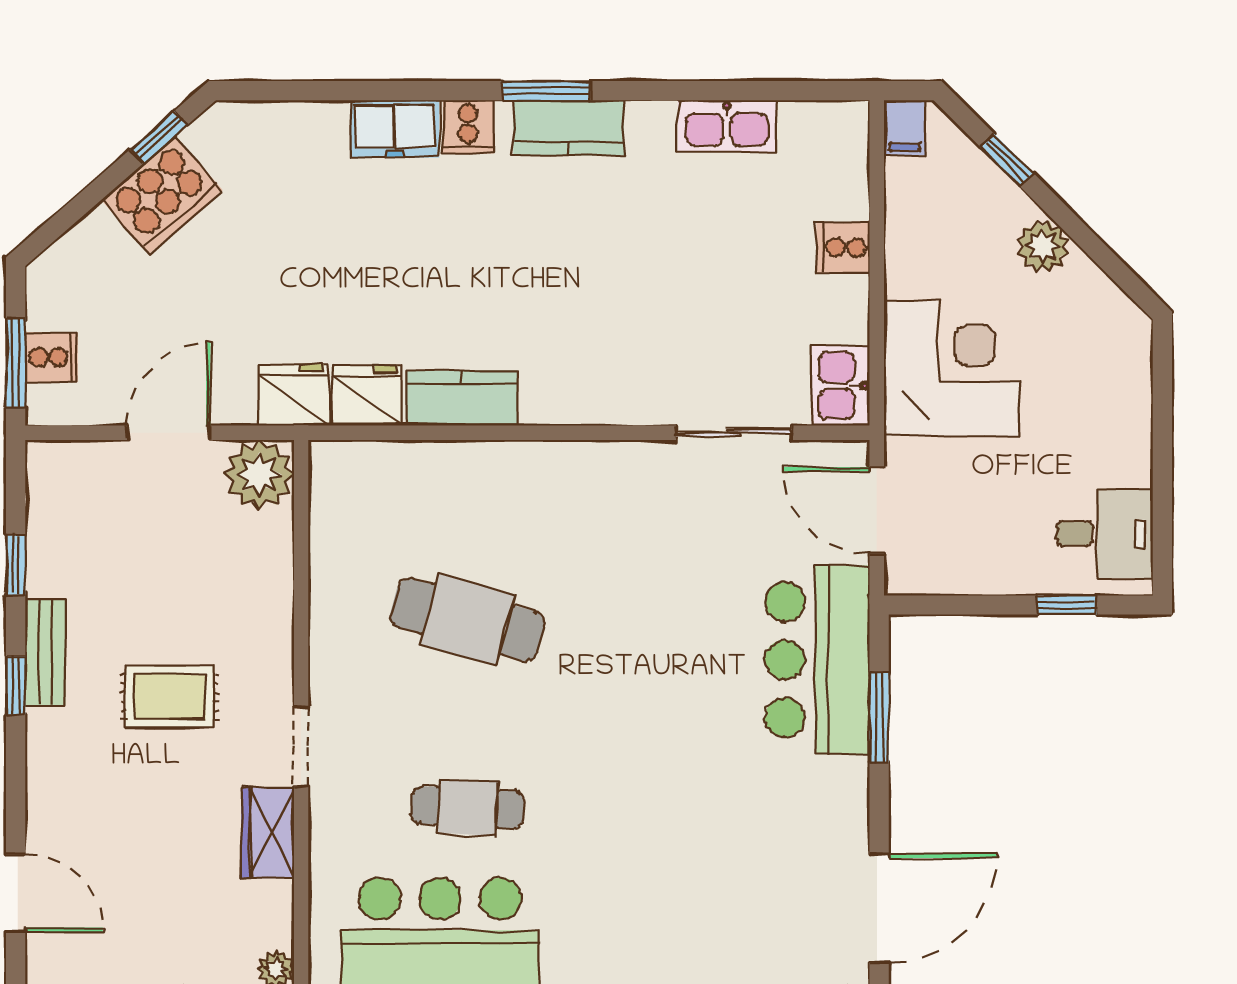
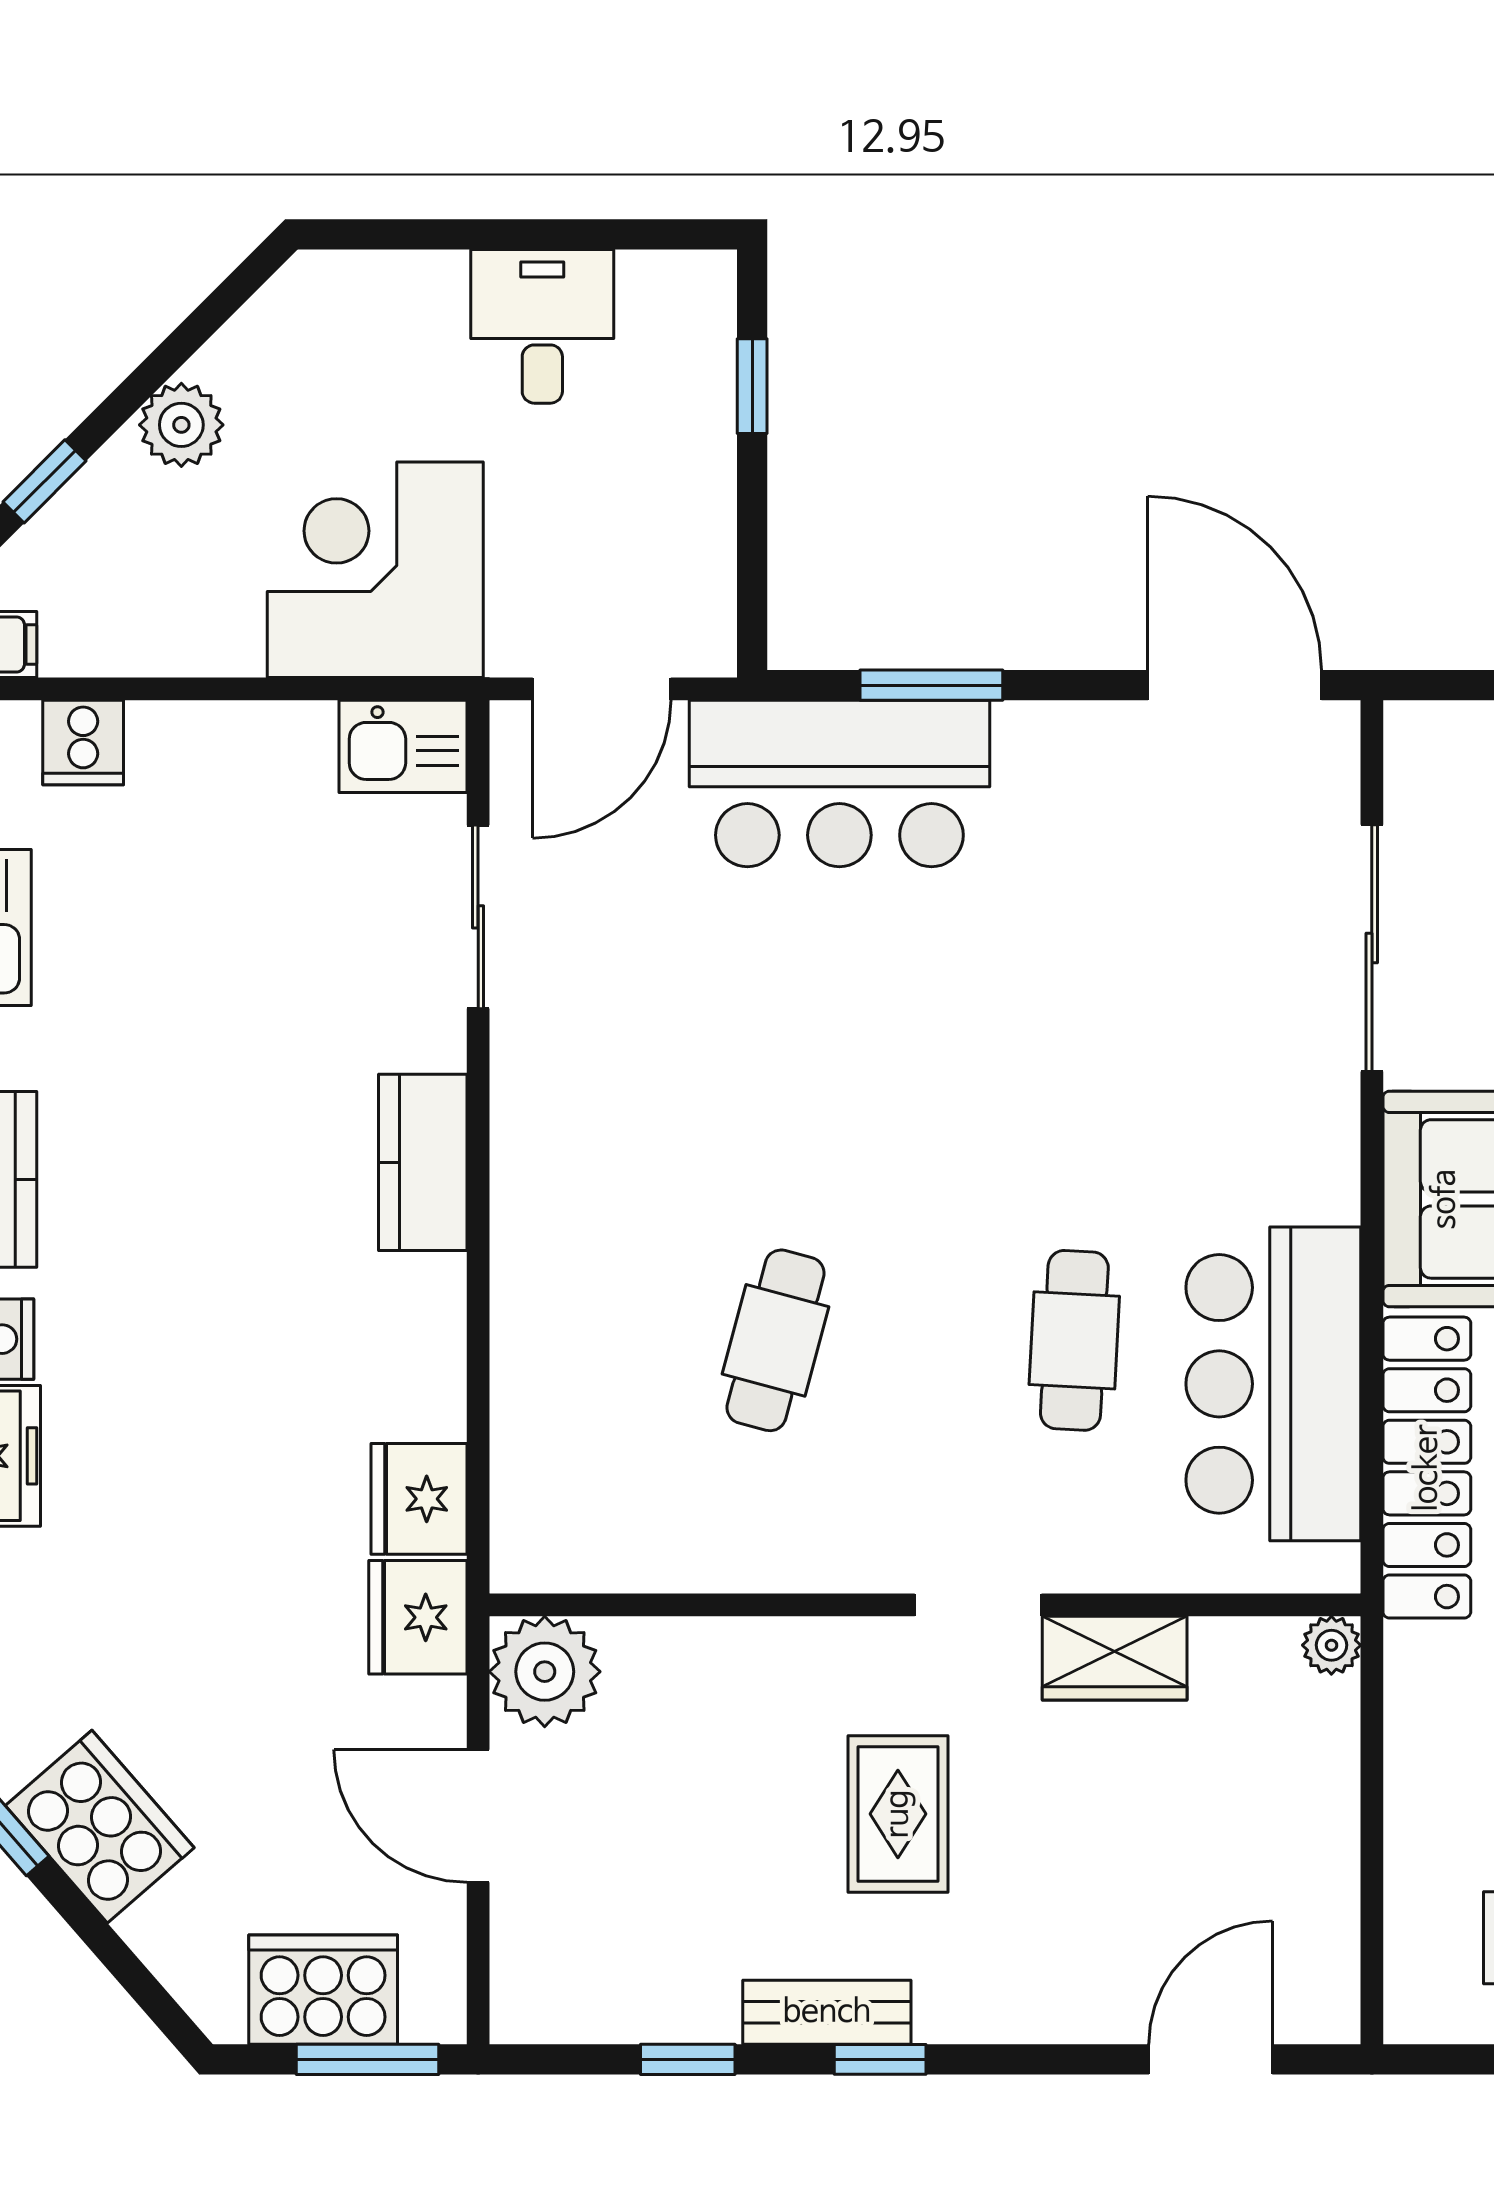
cooker: (843, 248) -> (83, 742), moved
cooker: (51, 357) -> (323, 1990), width x1.87, depth x1.31
kitchen counter: (462, 398) -> (423, 1162), moved
desk: (1105, 533) -> (542, 326), moved
cafe table: (467, 620) -> (776, 1340), width x0.73, depth x0.74

